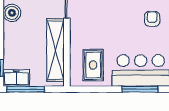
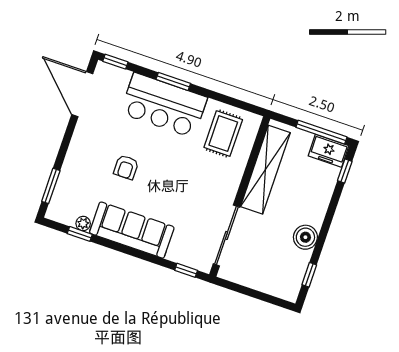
window: (140, 89) -> (173, 81), width x0.69

